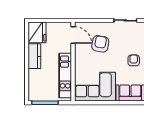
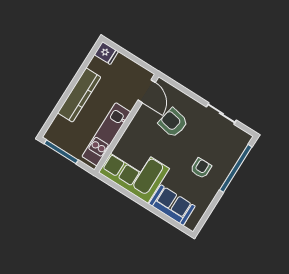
fridge: (37, 32) -> (106, 53), width x0.53, depth x0.75
armchair: (100, 44) -> (173, 123), turned -89
kitchen counter: (34, 56) -> (79, 95), width x1.50

